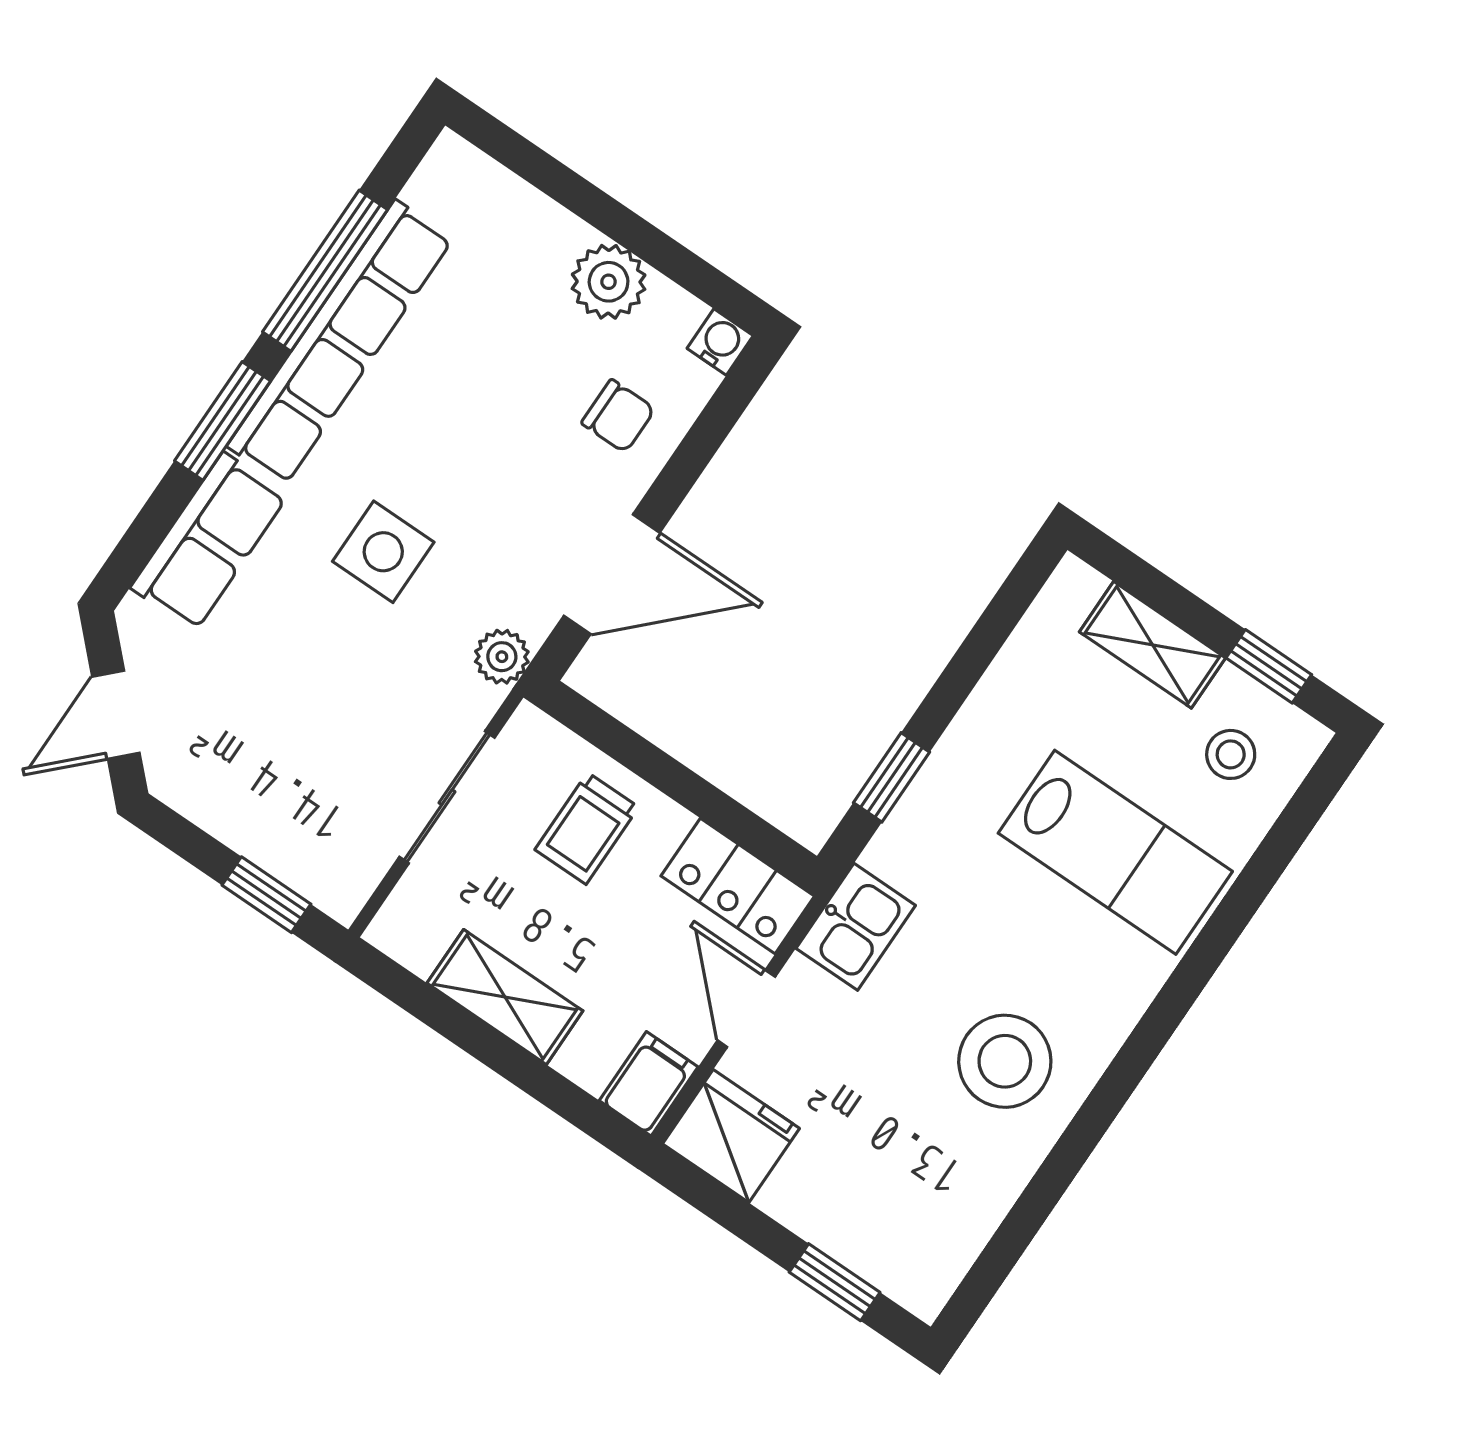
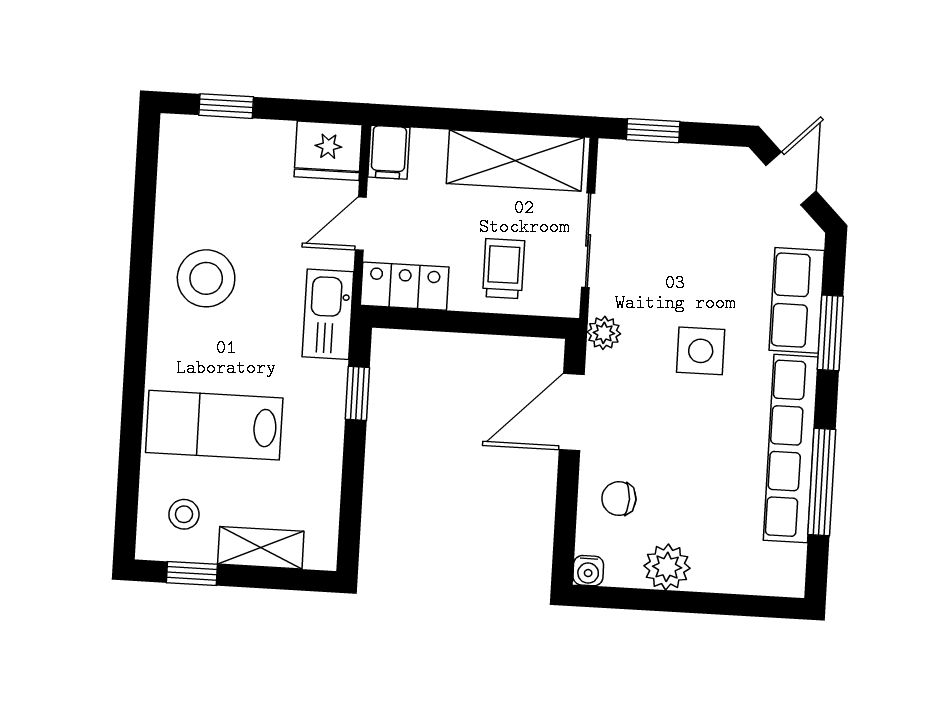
window: (223, 421) -> (830, 333), moved
kitchen sink: (856, 927) -> (328, 314), width x1.38
shelving: (505, 997) -> (515, 160), width x1.50, depth x1.33
door: (746, 1009) -> (361, 224), swing flipped

